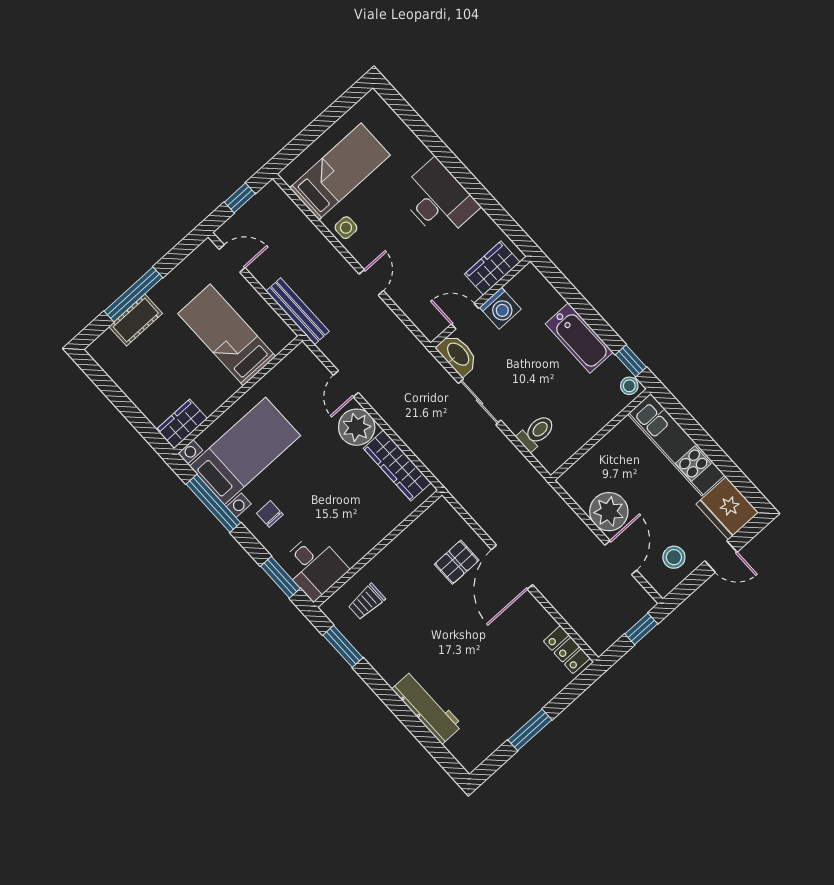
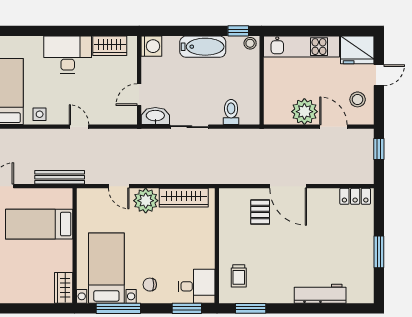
wardrobe: (492, 268) -> (110, 46), moved, turned -90
washing machine: (500, 308) -> (151, 46), moved

